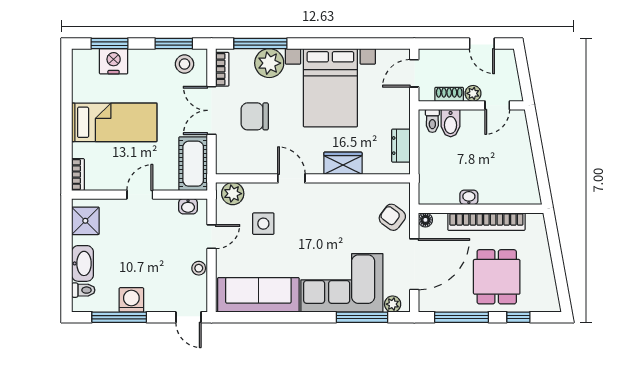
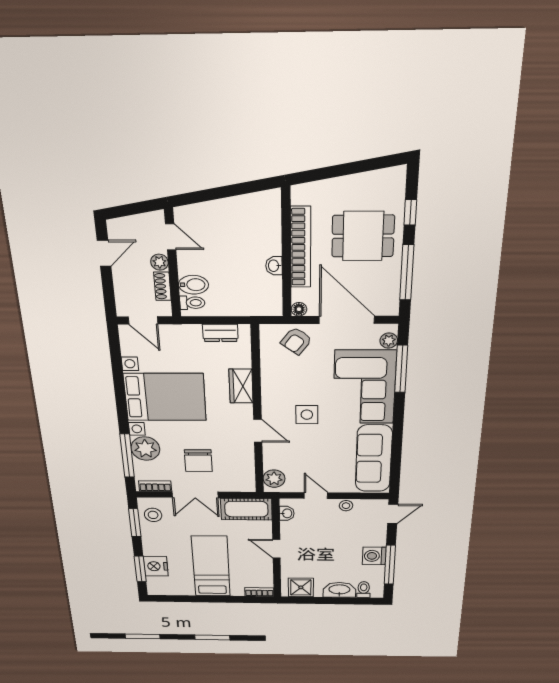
door: (291, 178) -> (258, 431), swing flipped
side table: (263, 224) -> (307, 415), moved

